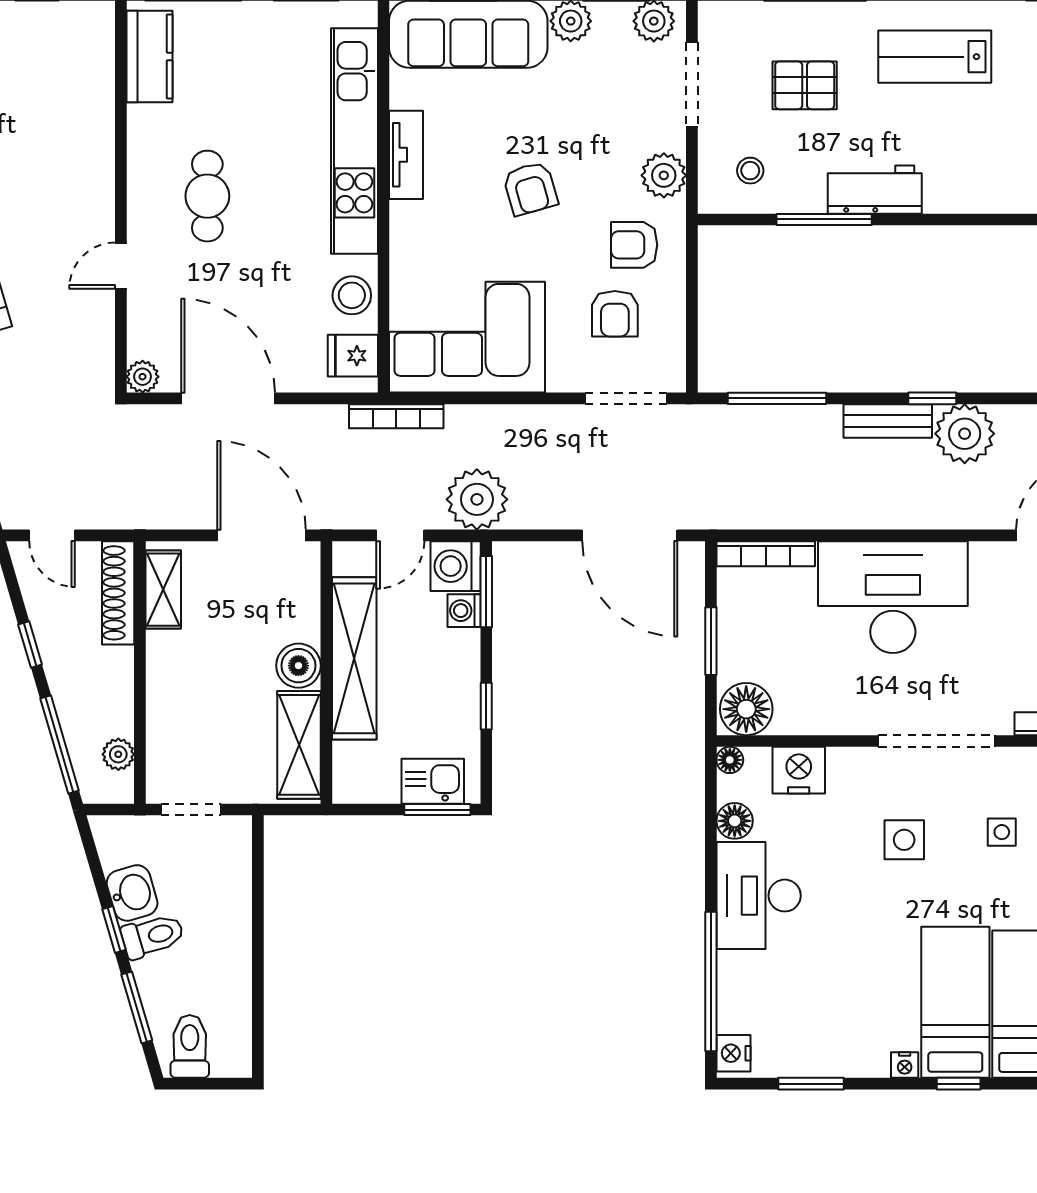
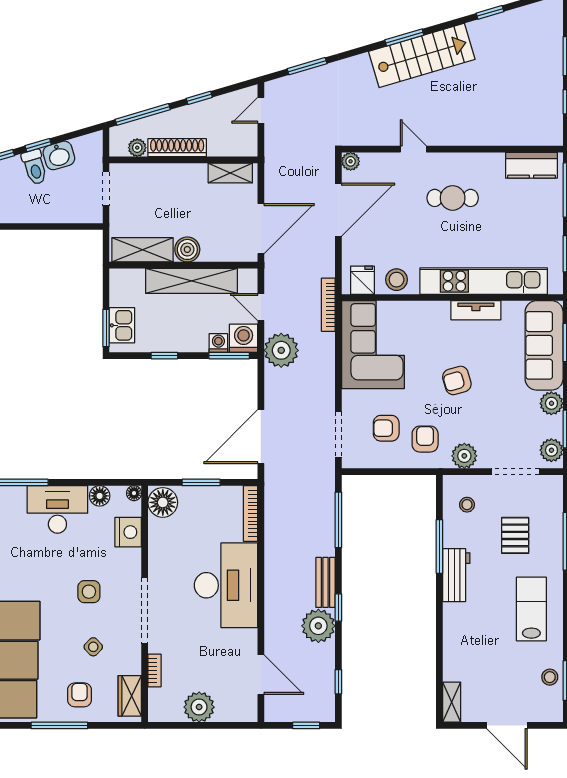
shoe rack: (118, 593) -> (177, 148), moved
side table: (1002, 832) -> (93, 647), turned 45

